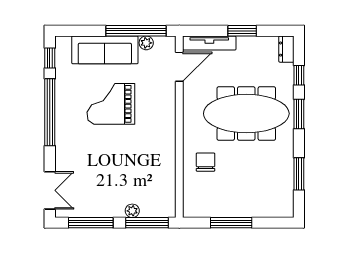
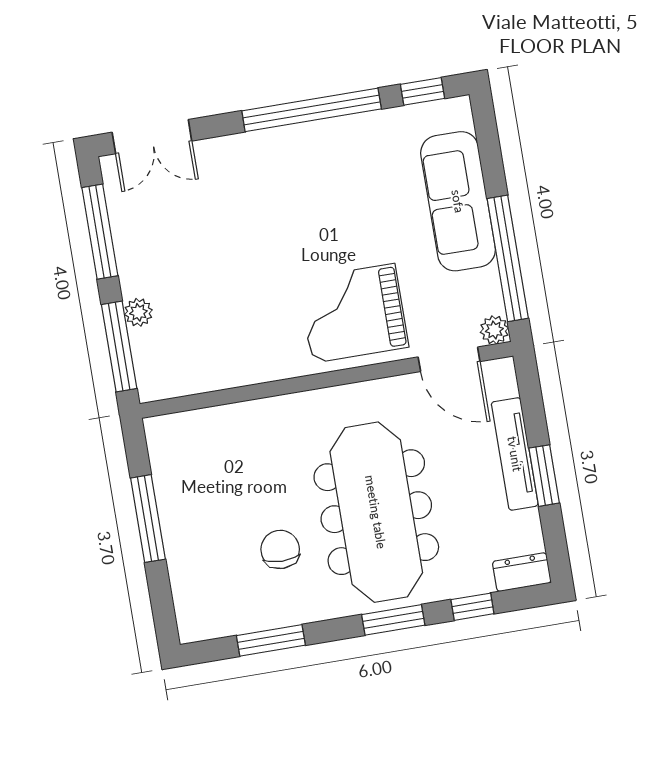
plant: (146, 43) -> (494, 330), moved
tv unit: (209, 43) -> (515, 454), moved
grand piano: (111, 104) -> (353, 313), moved, turned -90
chair: (206, 162) -> (280, 549), moved, turned -90

